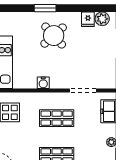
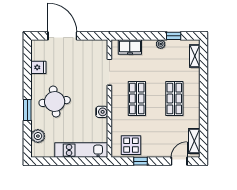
plant: (102, 19) -> (38, 136), moved
round table: (54, 36) -> (55, 102), turned 35

